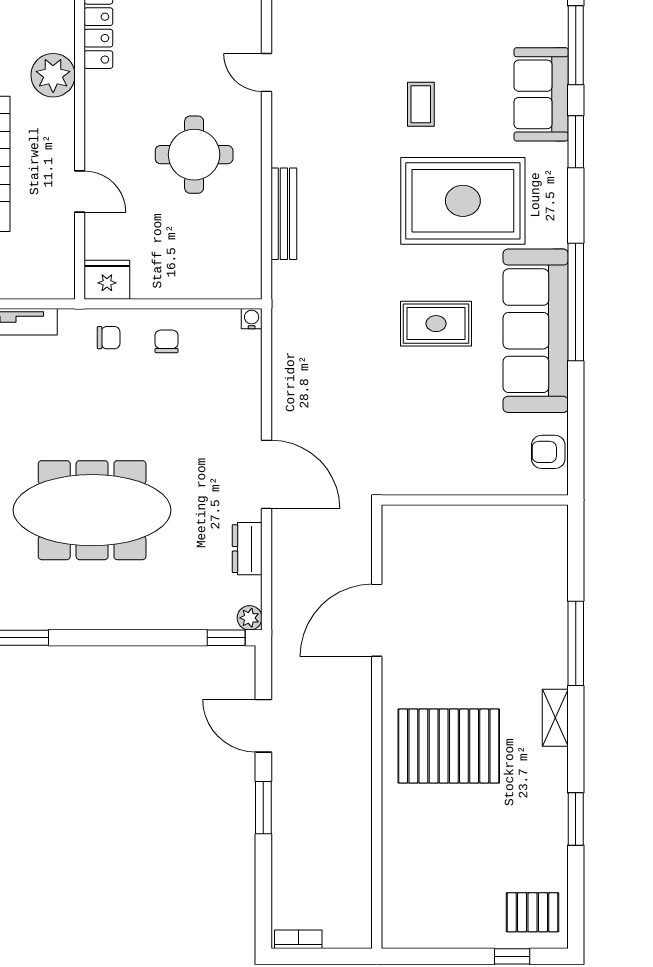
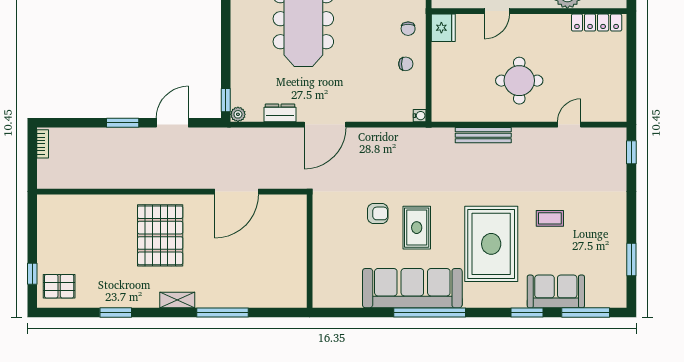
armchair: (548, 452) -> (378, 213), moved, turned 90
door: (377, 620) -> (236, 192), swing flipped
pallet: (532, 912) -> (59, 286), turned 90

